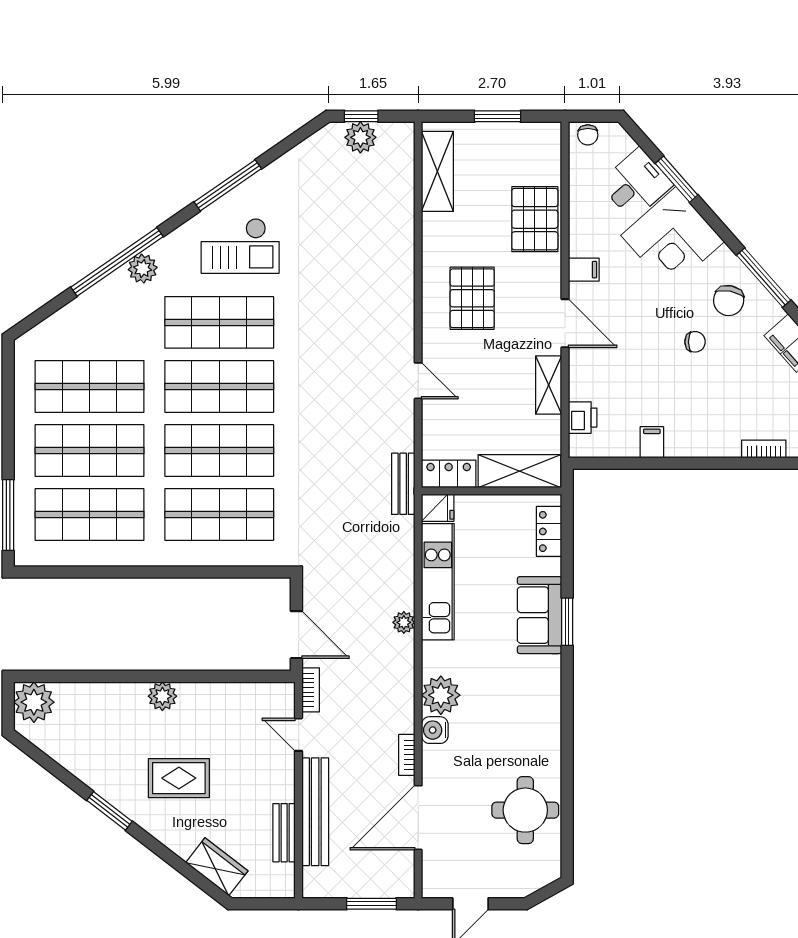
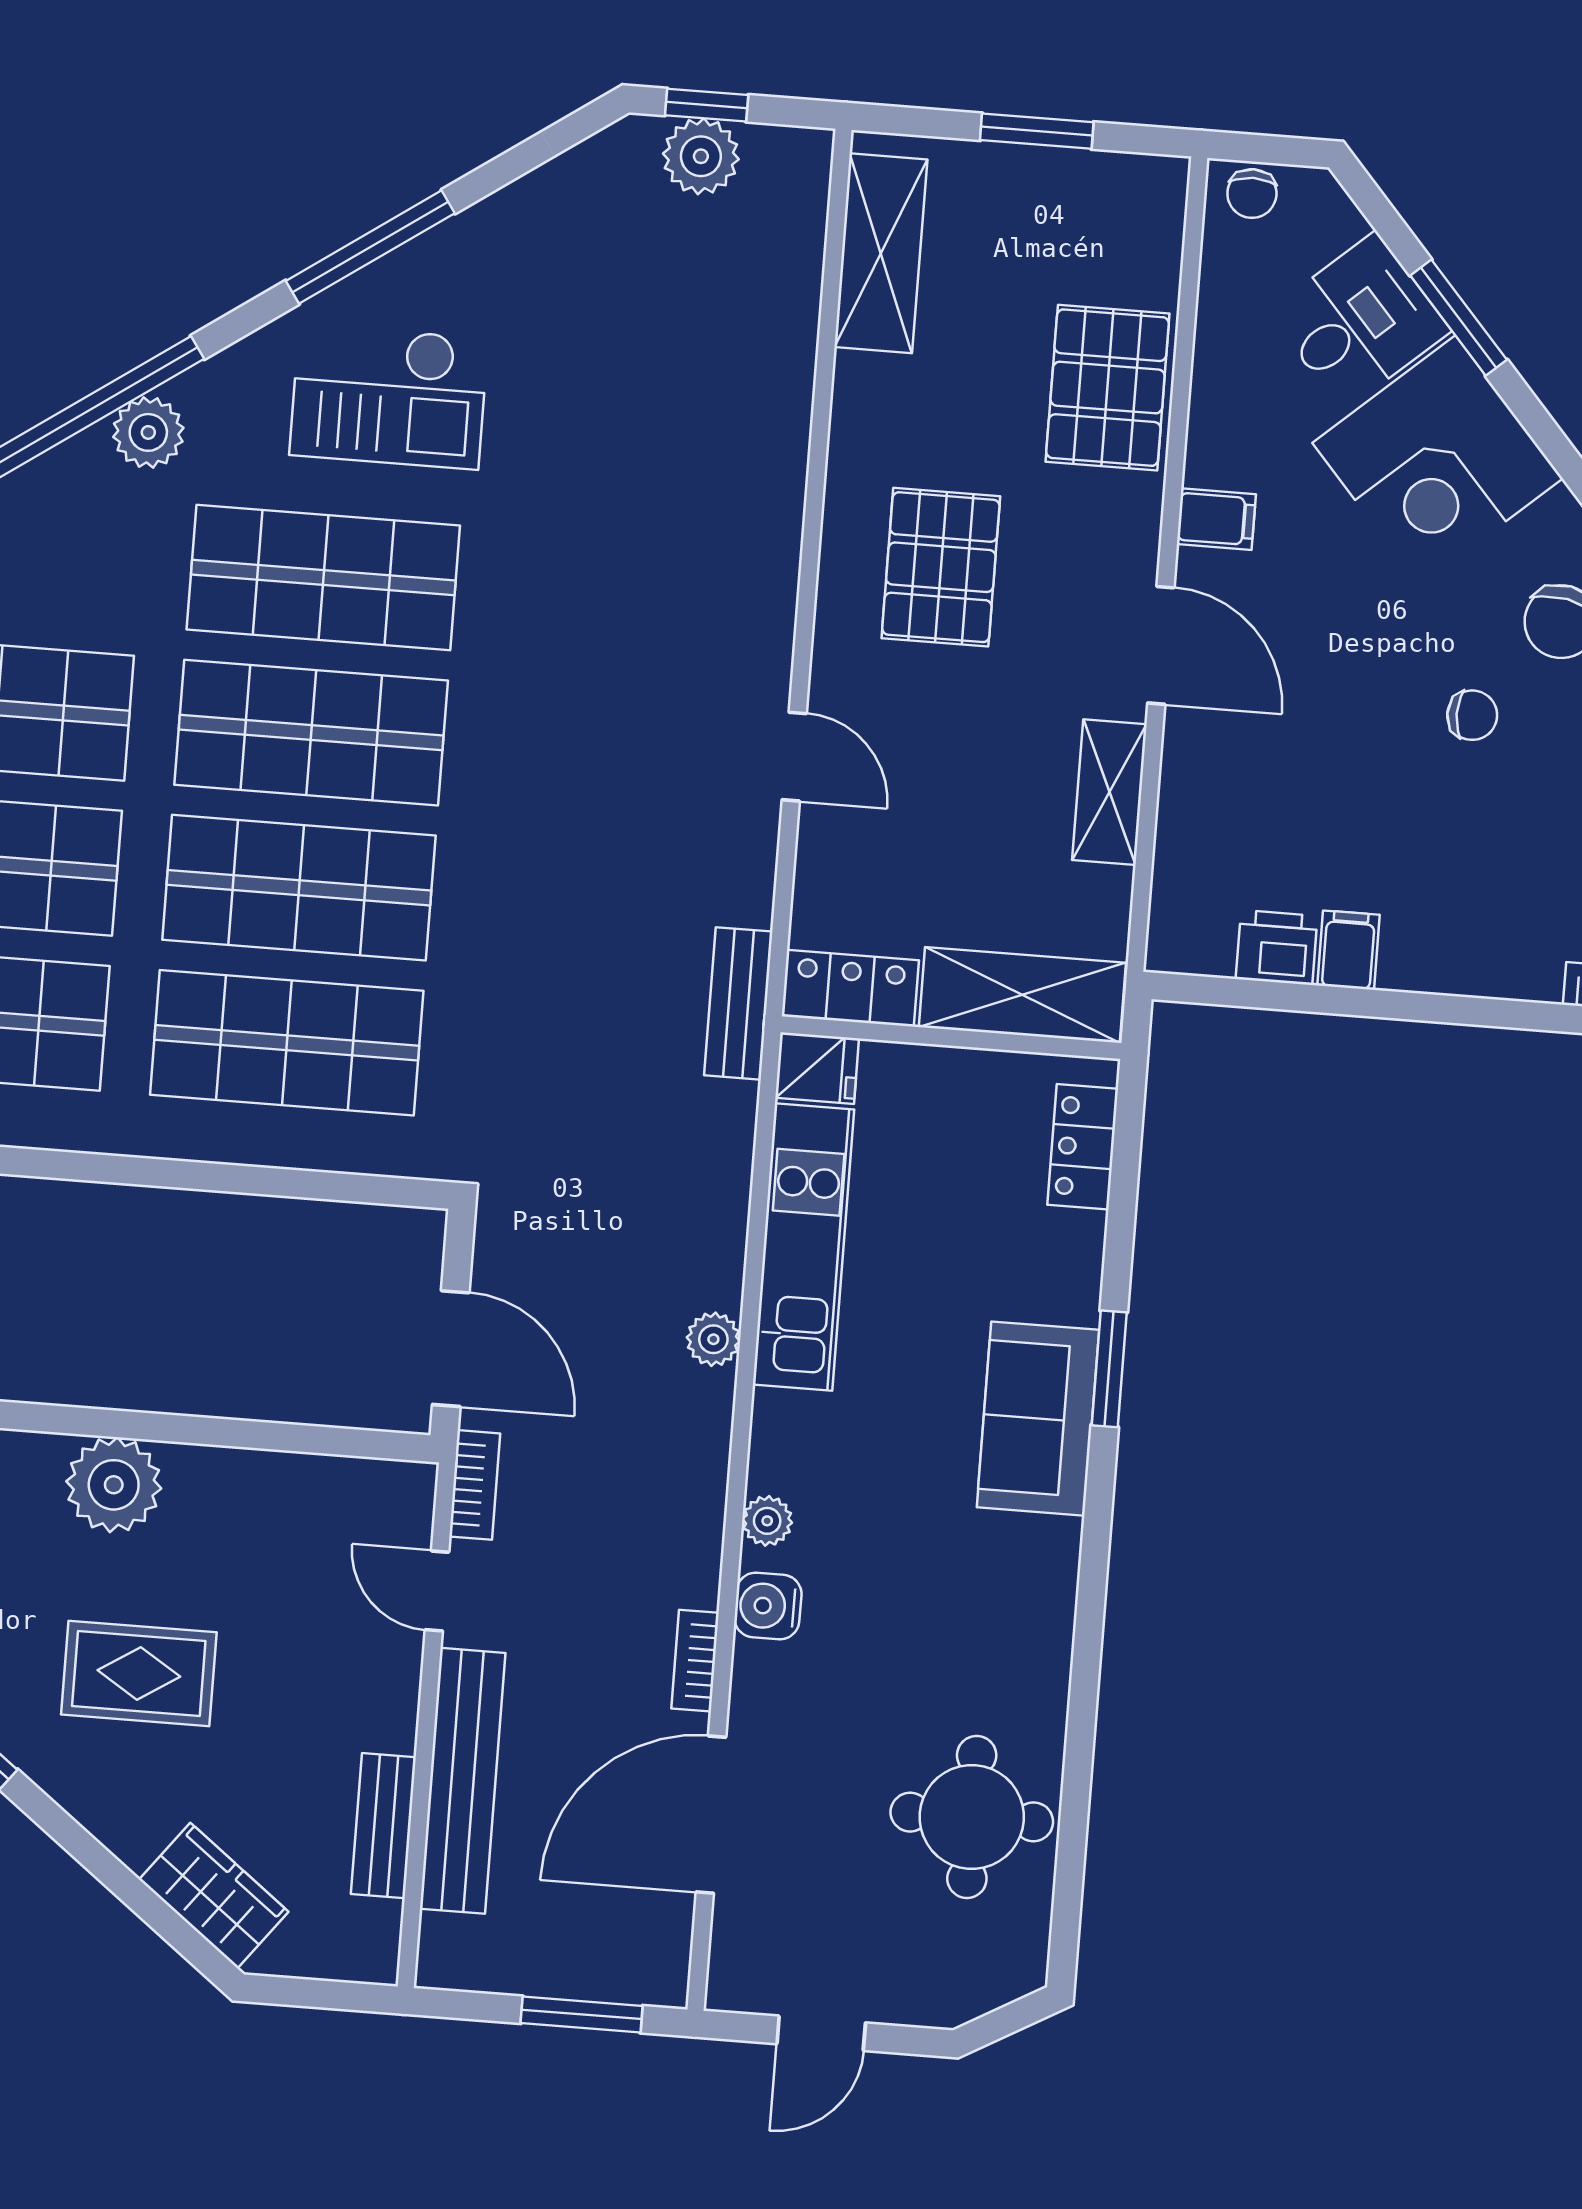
printer: (583, 418) -> (1277, 947), moved, turned -90
sofa: (540, 615) -> (1038, 1419), moved
plant: (441, 695) -> (767, 1521), width x0.53, depth x0.53
plant: (162, 696) -> (114, 1485), width x1.36, depth x1.36

